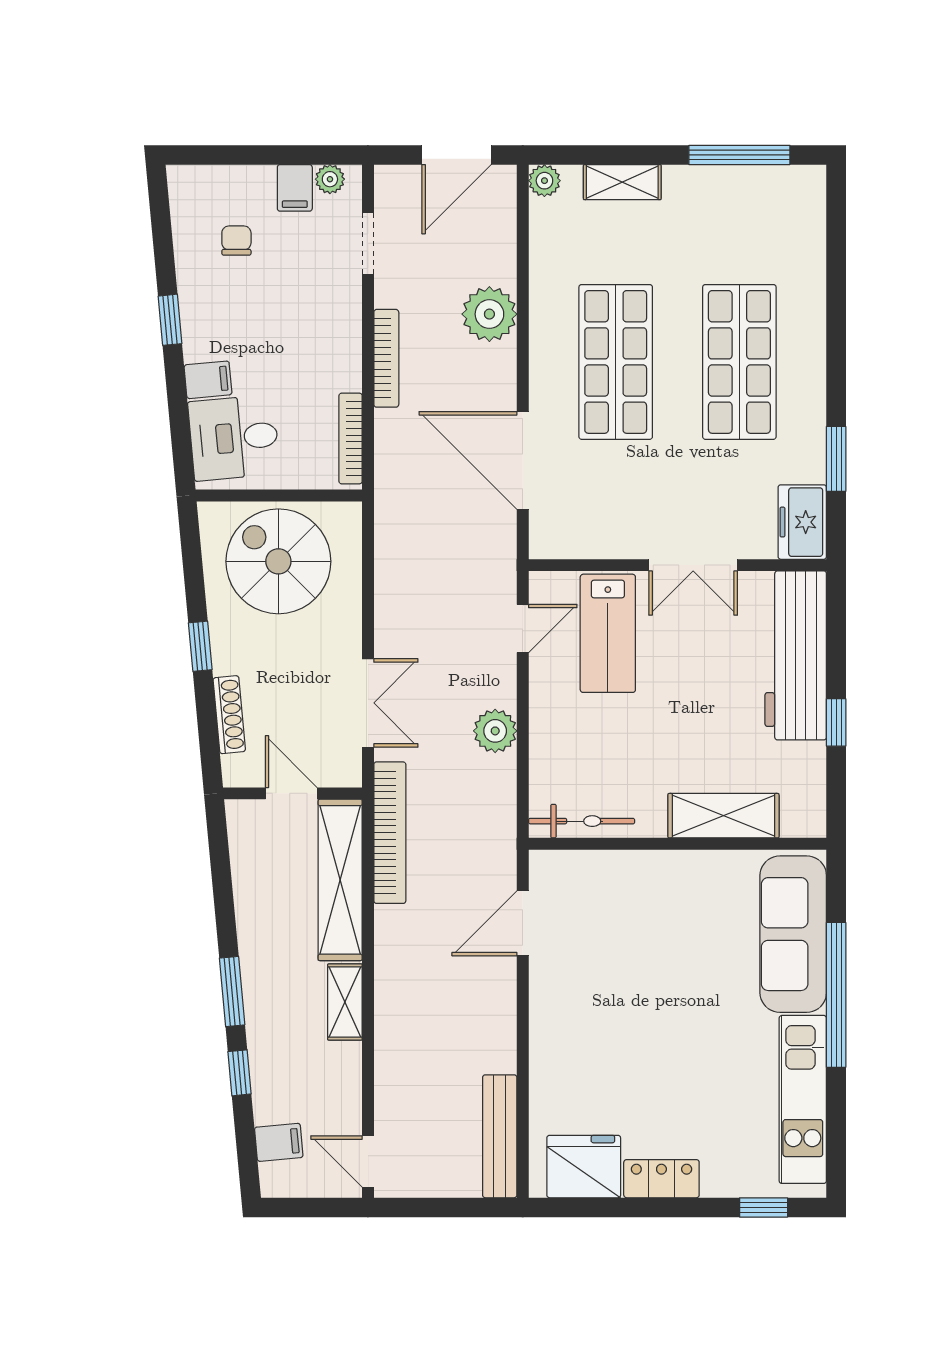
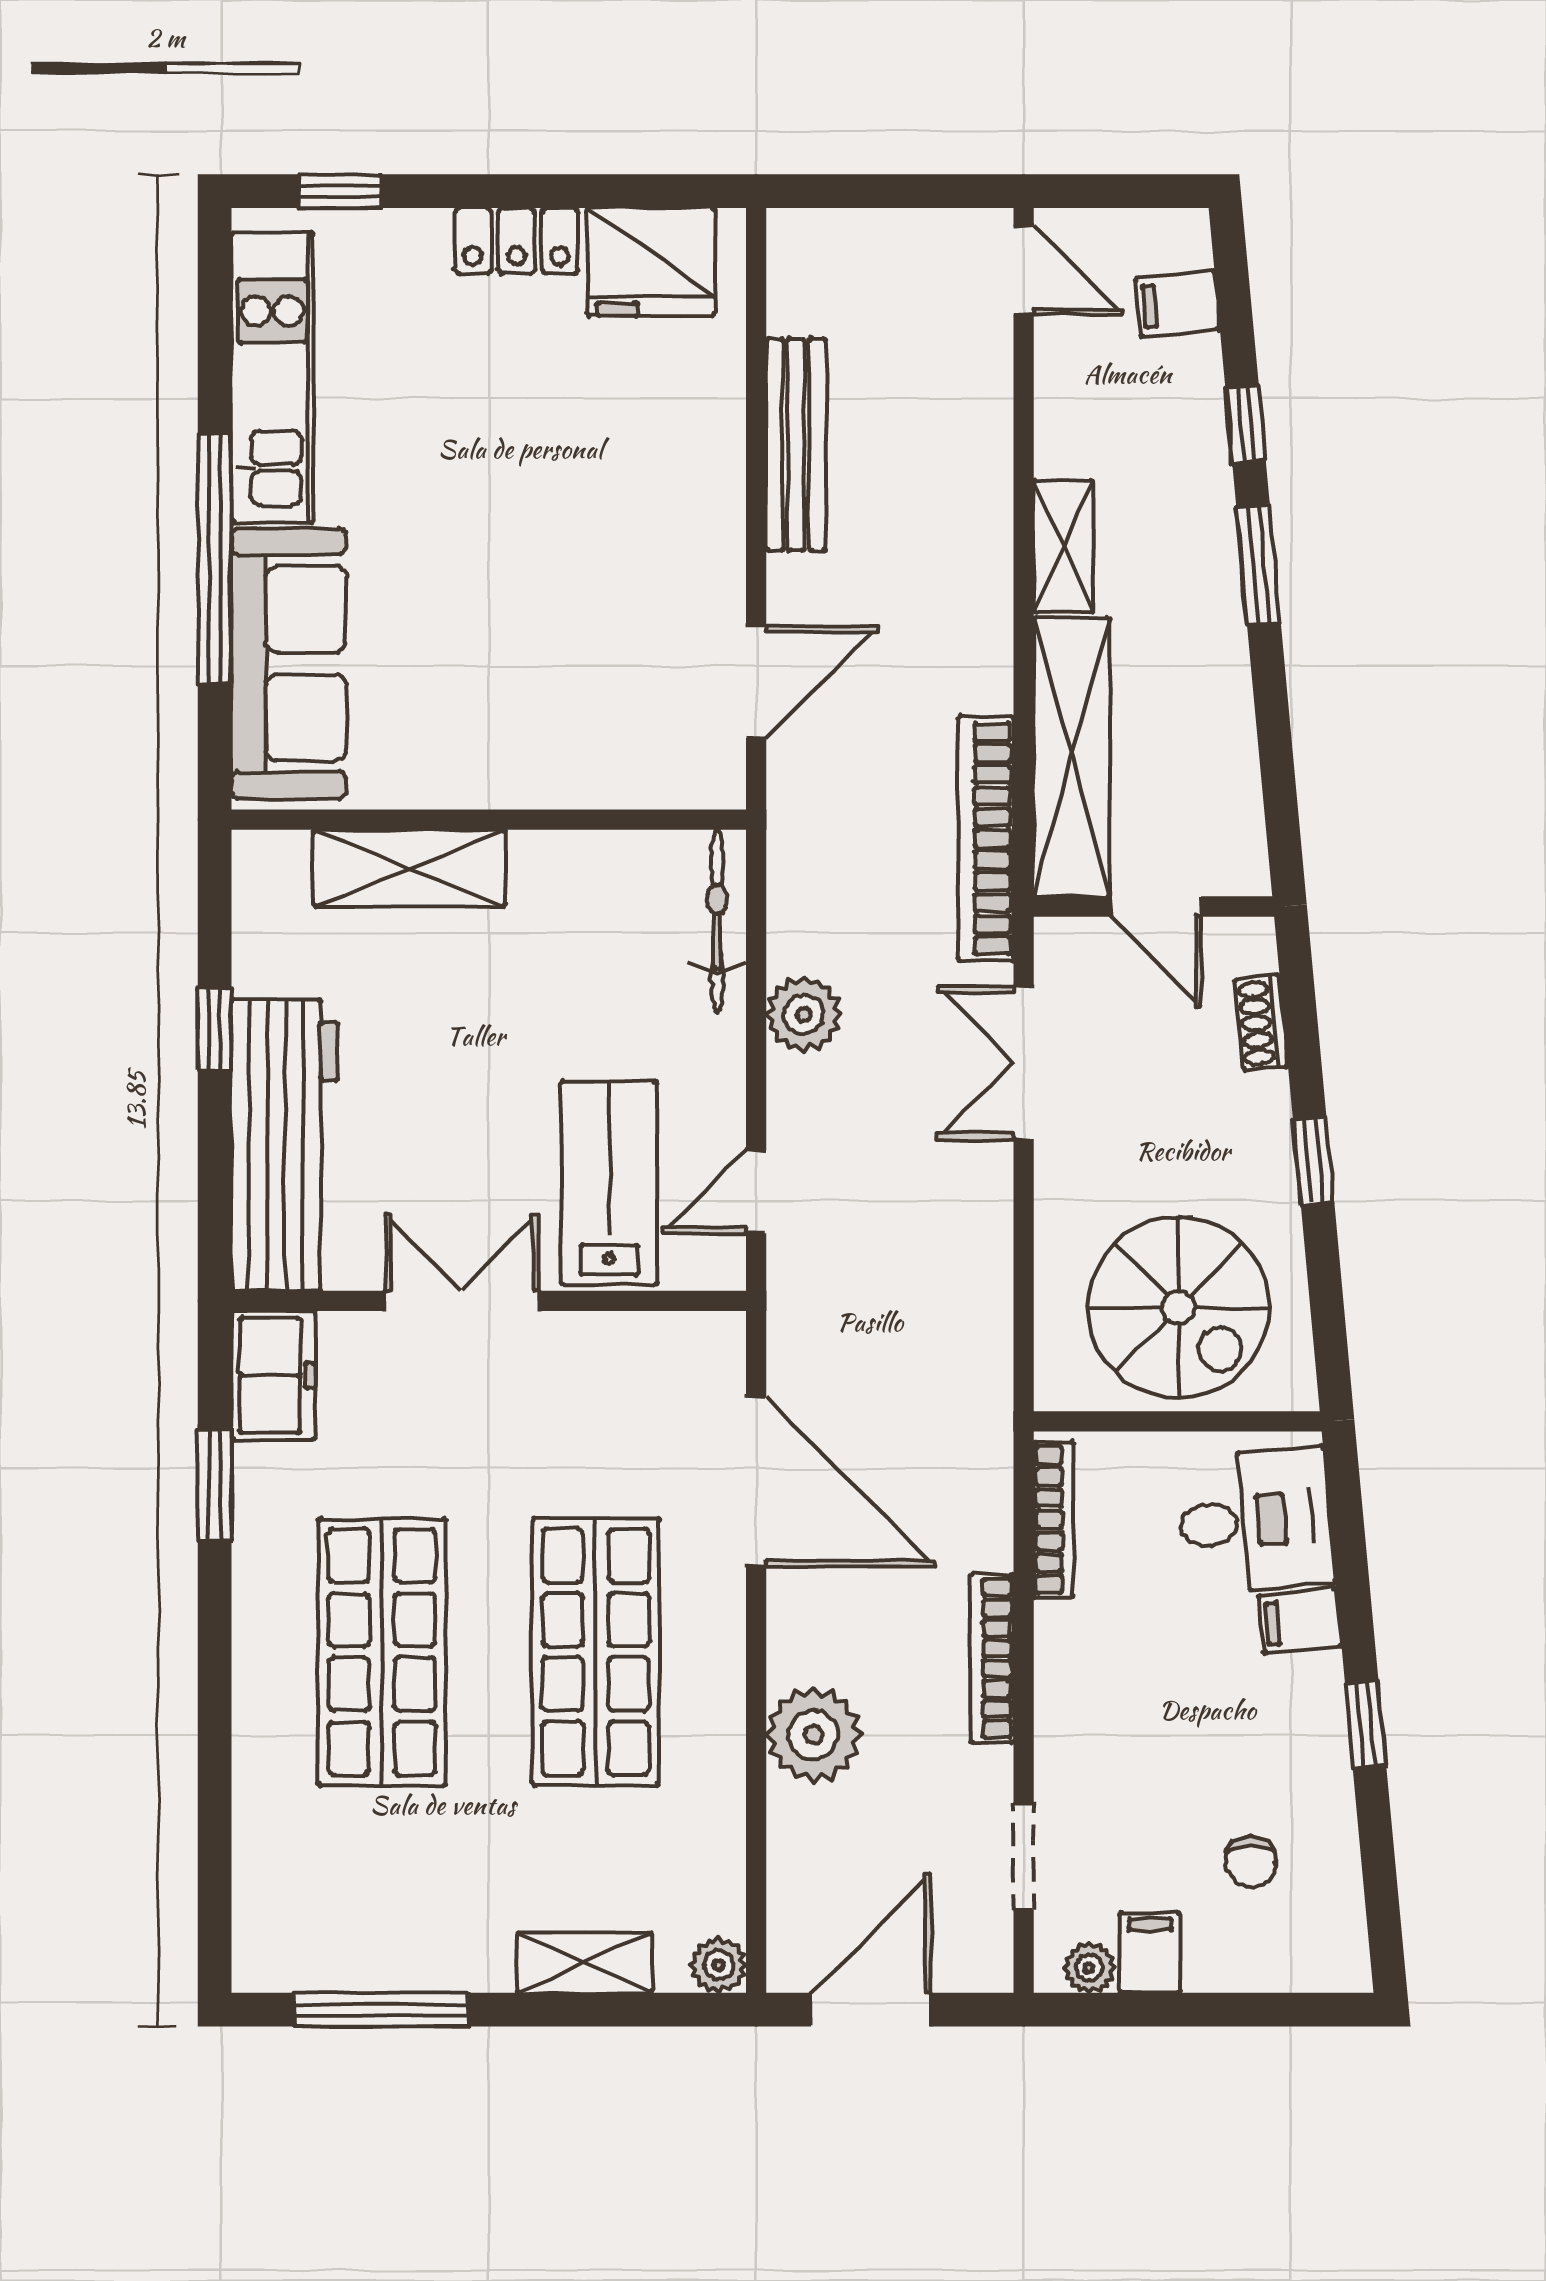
shoe rack: (229, 715) -> (1261, 1023), width x0.70
bicycle: (582, 821) -> (717, 921), moved, turned 90
bench: (500, 1136) -> (796, 444), moved

